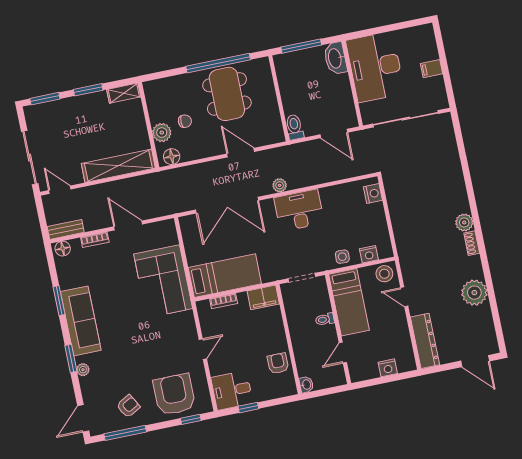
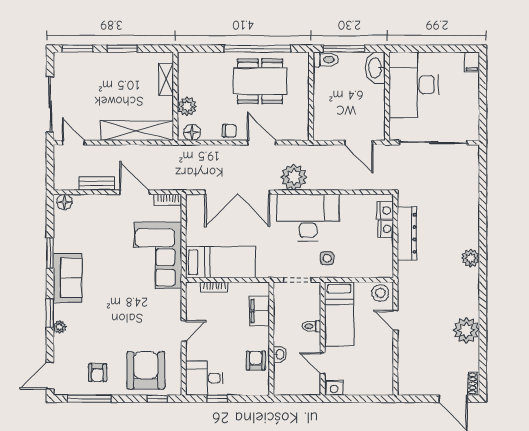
filing cabinet: (431, 69) -> (472, 62), moved, turned -90
shelving: (124, 93) -> (166, 79), moved, turned 90
dining table: (227, 94) -> (260, 81), turned 90
chair: (185, 121) -> (229, 131), moved
toilet: (294, 127) -> (326, 60), moved, turned 90
plant: (280, 185) -> (294, 177), width x1.87, depth x1.87
desk: (299, 210) -> (308, 218), width x1.36, depth x1.30
bench: (66, 229) -> (97, 183), moved
bookcase: (95, 240) -> (168, 200), moved
shoe rack: (472, 243) -> (474, 384), moved
nightstand: (369, 254) -> (386, 229), moved, turned -90
side table: (342, 257) -> (327, 258), moved
filing cabinet: (263, 297) -> (260, 311), moved, turned 90
sofa: (81, 321) -> (68, 278), width x0.73
dresser: (425, 341) -> (407, 233), moved
door: (343, 353) -> (323, 363), hinge flipped
nightstand: (388, 368) -> (334, 388), moved
washbasin: (306, 385) -> (280, 354), moved
armchair: (128, 406) -> (98, 373), turned 119

